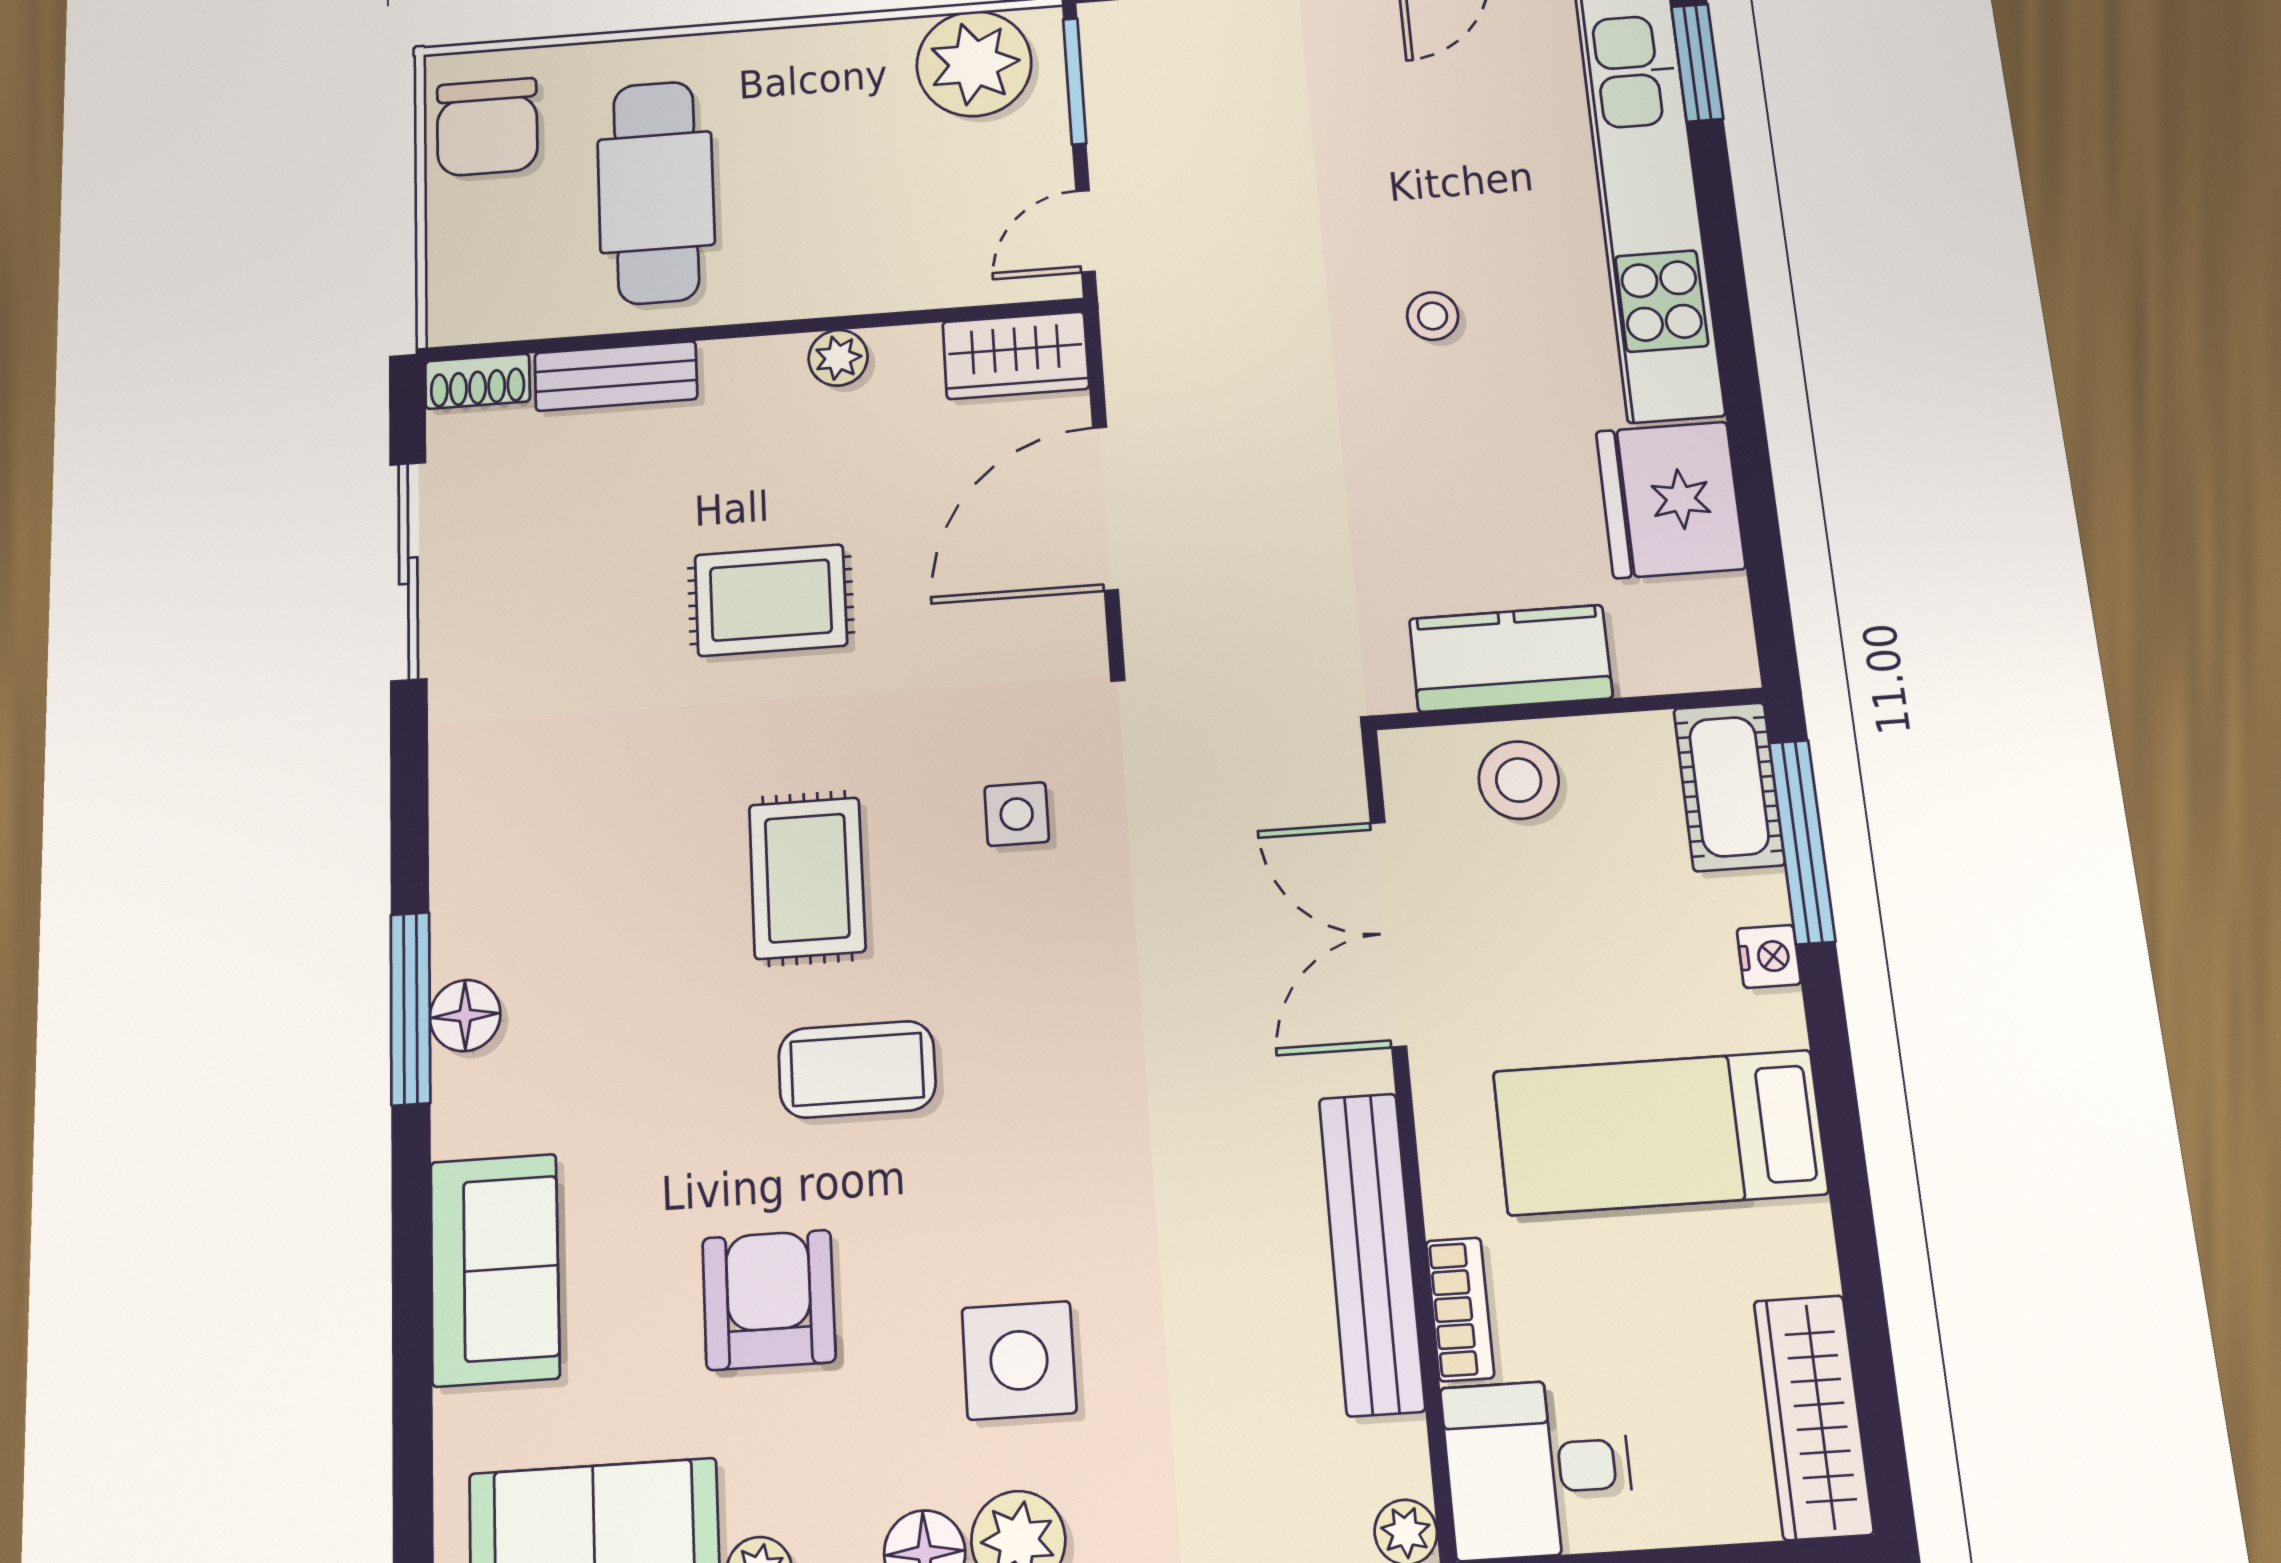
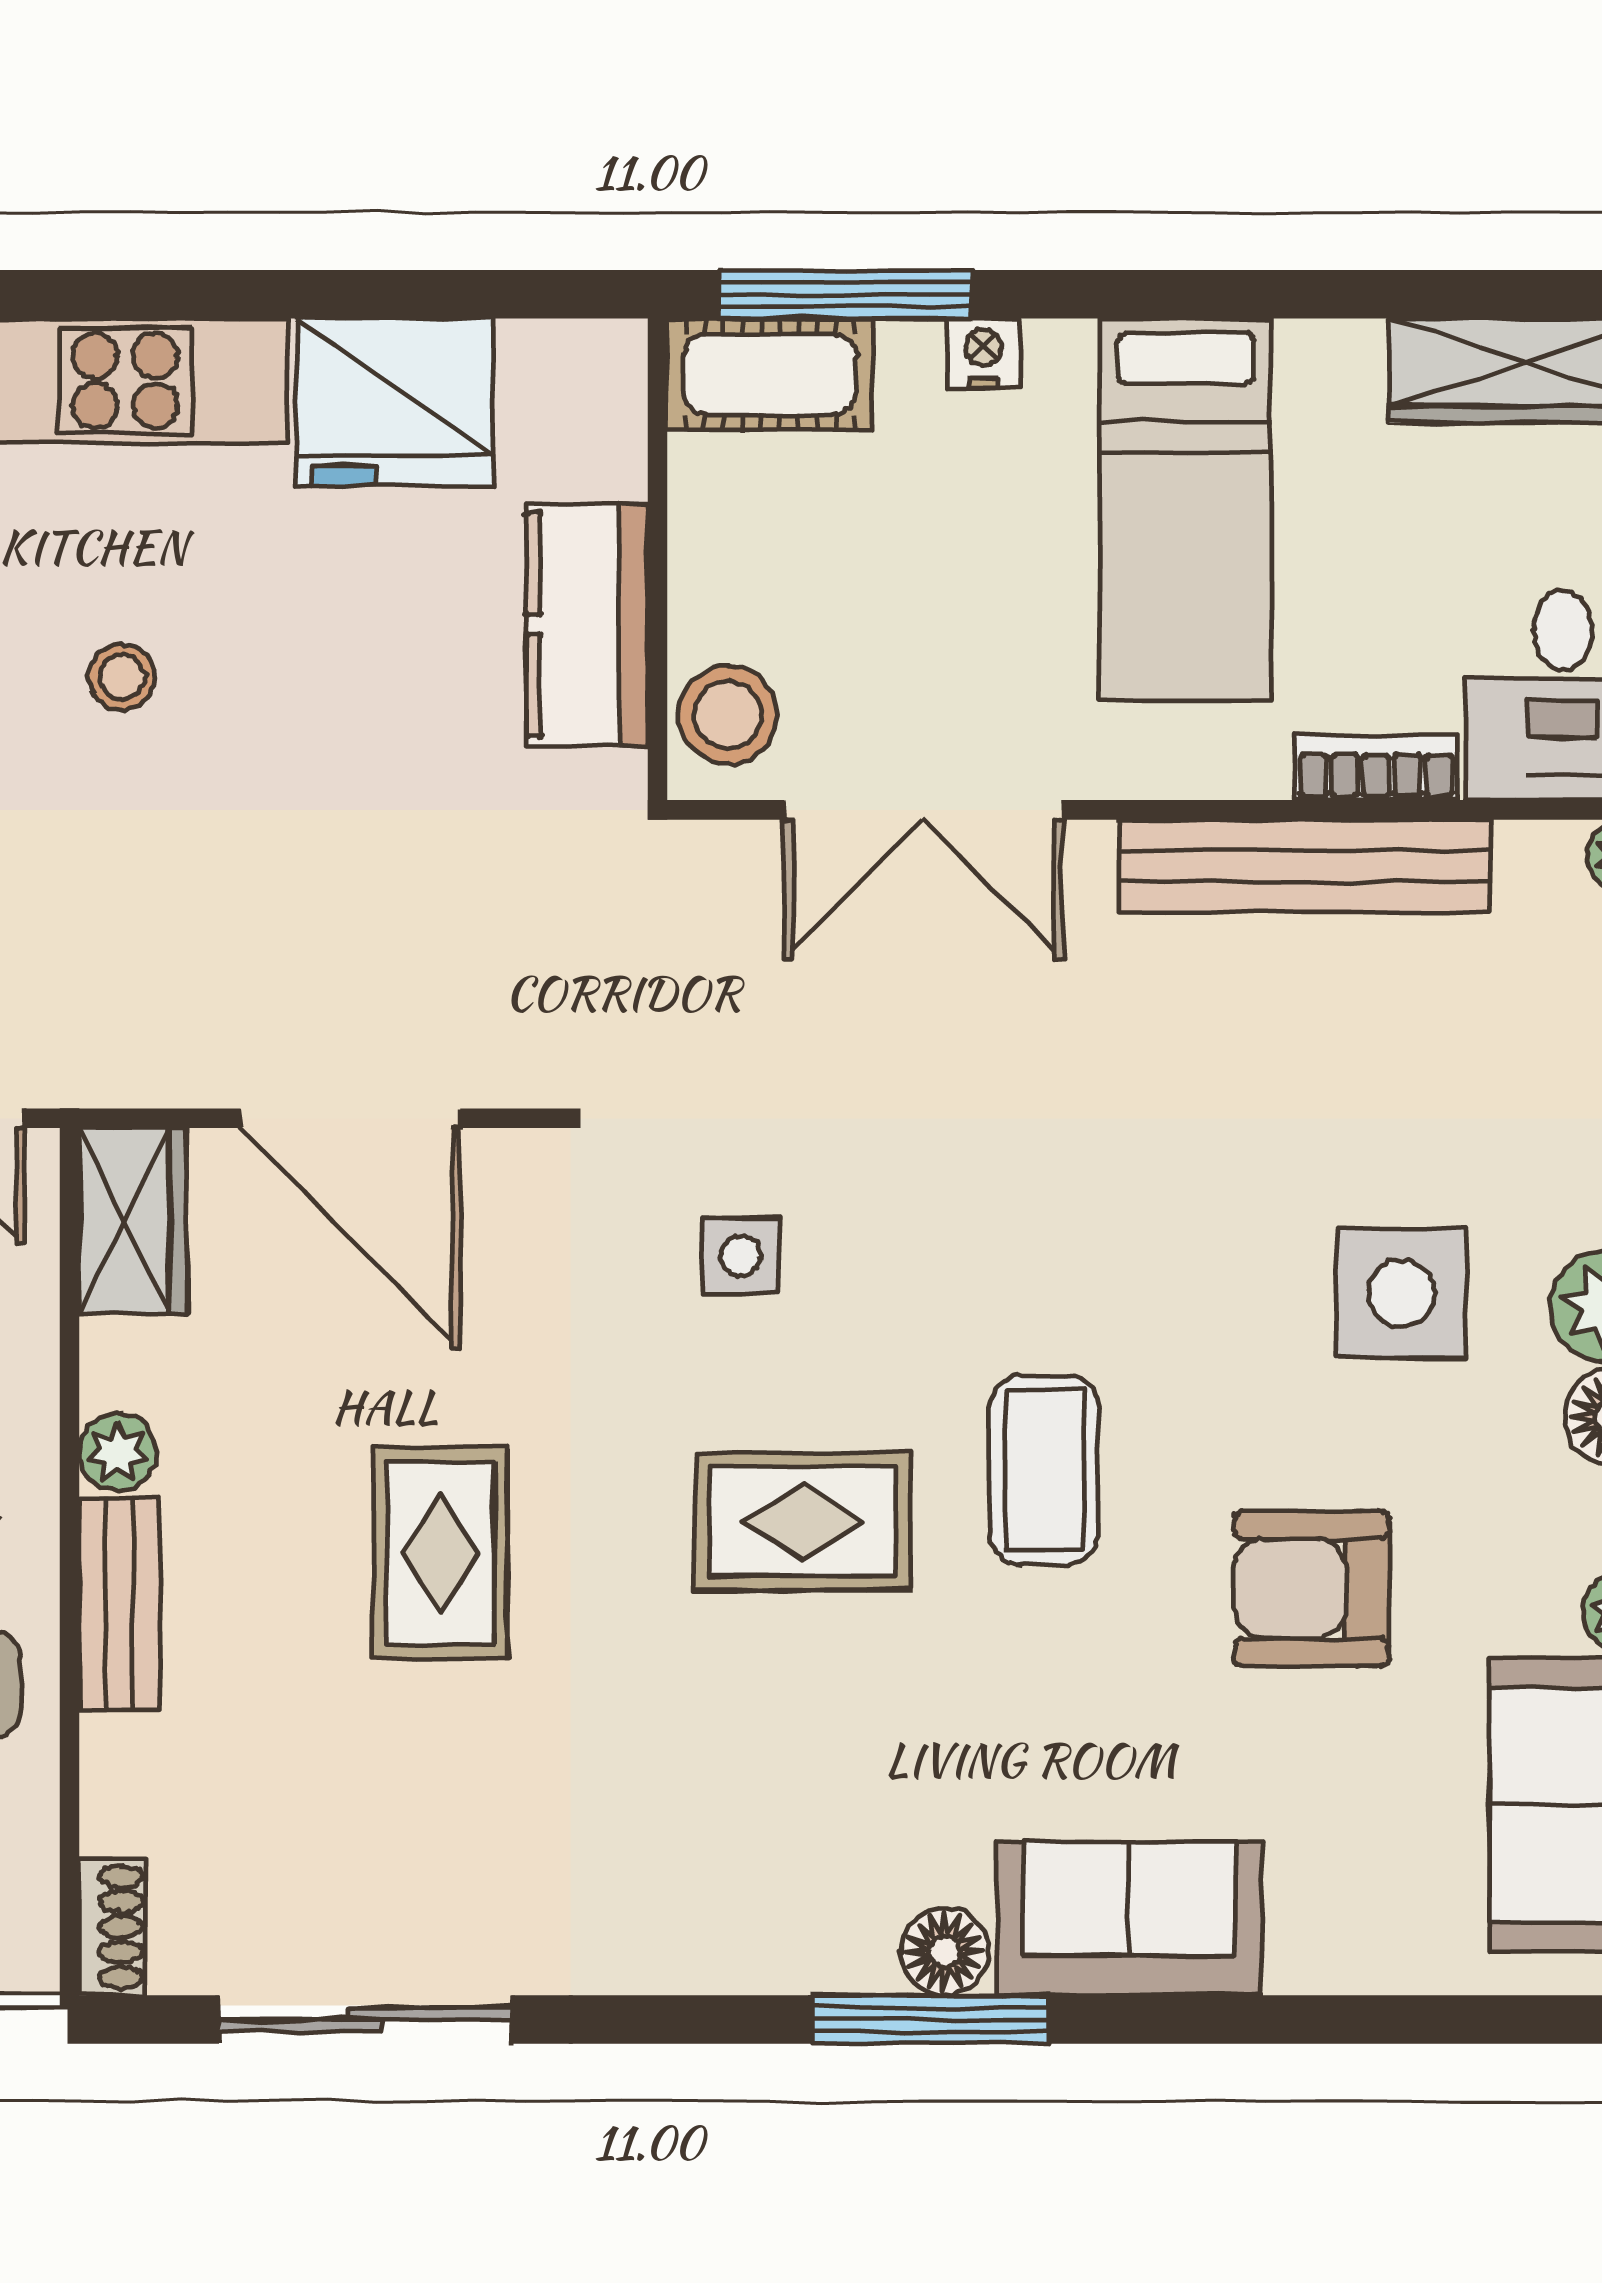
bench: (616, 376) -> (120, 1605), moved
stool: (1519, 780) -> (728, 715), moved
sofa: (495, 1269) -> (1129, 1919), moved

